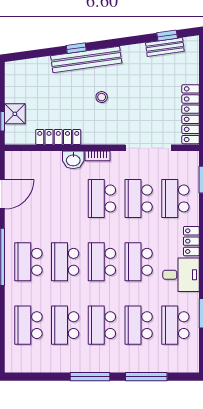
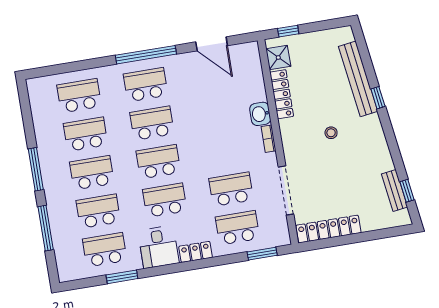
bench: (86, 59) -> (358, 79), moved
shower: (15, 114) -> (278, 58), moved
school desk: (102, 198) -> (225, 151), removed

